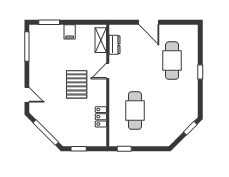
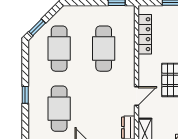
cafe table: (172, 111) -> (59, 49), added
locker: (101, 117) -> (145, 34), width x1.53

